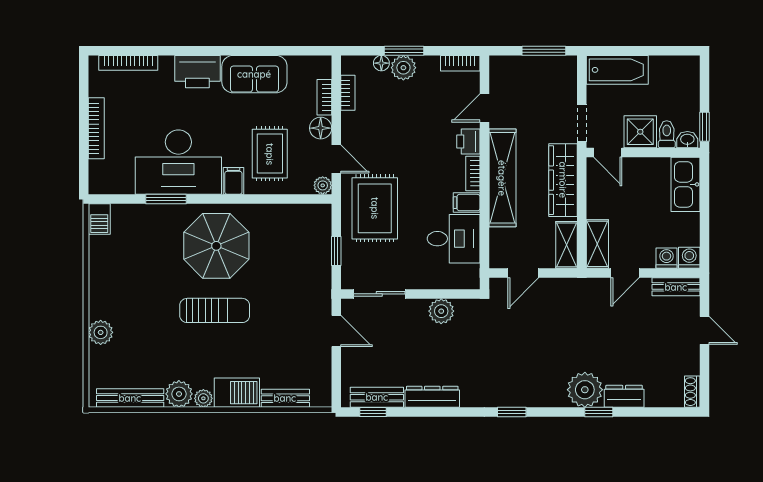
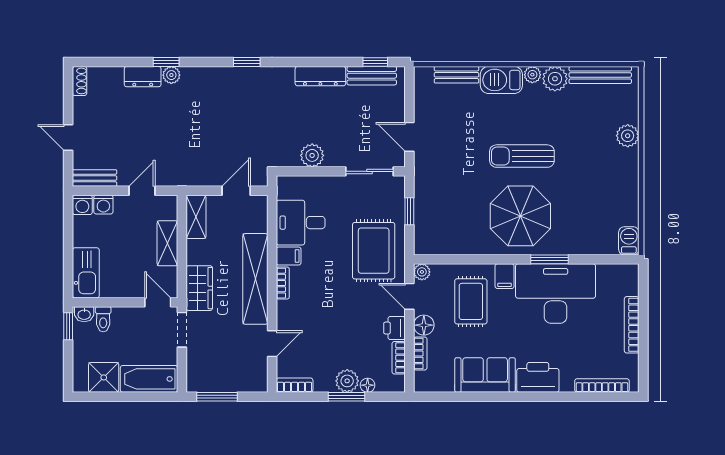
shower: (640, 132) -> (104, 377), moved
printer: (468, 142) -> (394, 328), moved, turned 180
wardrobe: (563, 180) -> (199, 288), width x0.67
window: (166, 199) -> (550, 259), moved
shelving: (597, 244) -> (167, 243), moved
plant: (585, 390) -> (171, 75), width x0.53, depth x0.53

